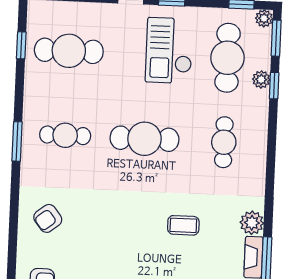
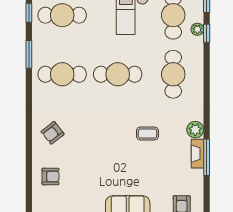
cafe table: (65, 135) -> (62, 74), width x1.37, depth x1.35
window: (17, 141) -> (29, 54), moved
cafe table: (224, 142) -> (173, 74), width x1.37, depth x1.35

